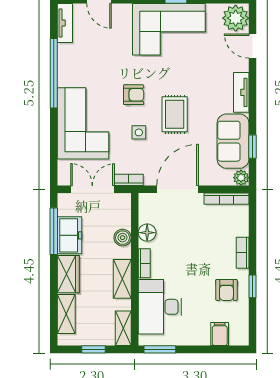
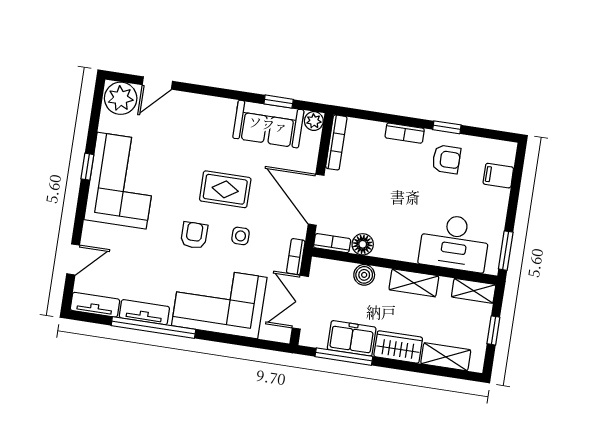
tv unit: (241, 92) -> (144, 312), moved, turned 180
bookcase: (144, 263) -> (332, 243), moved

